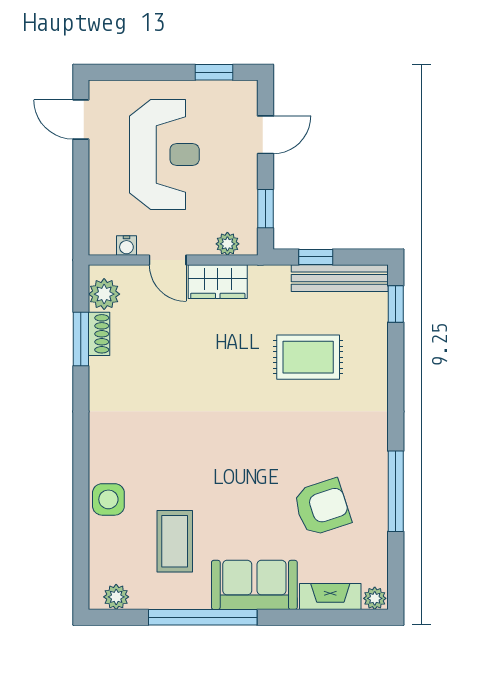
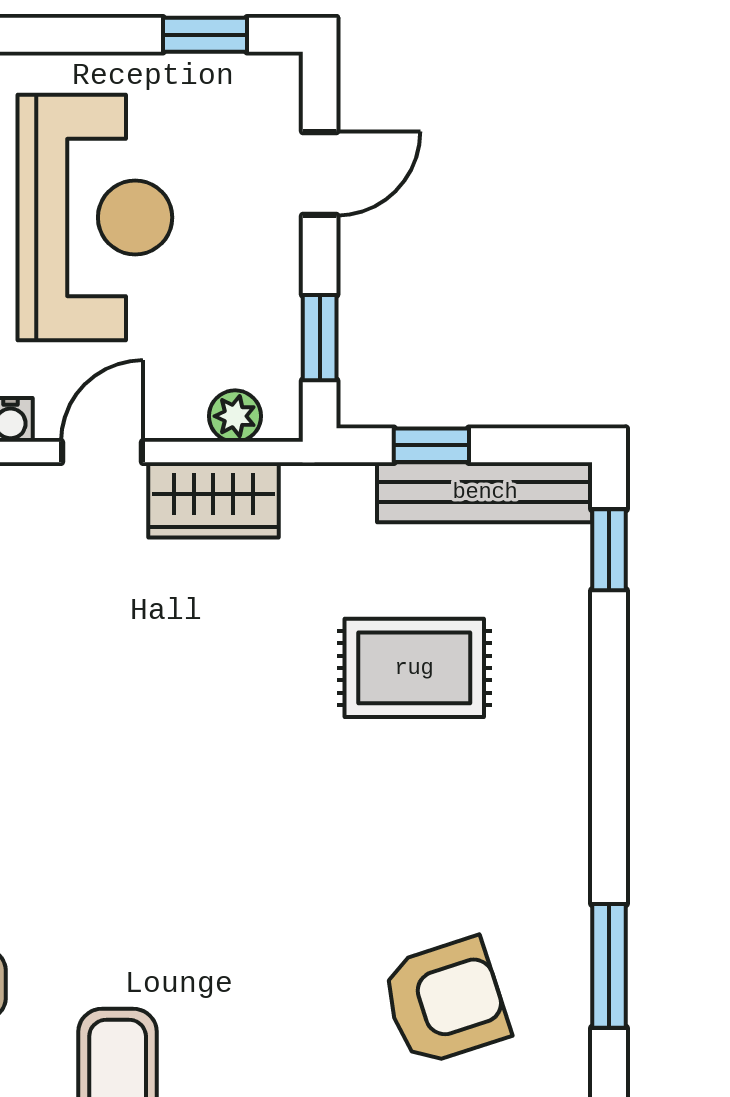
door: (168, 260) -> (102, 452), swing flipped
window: (396, 491) -> (609, 966), width x0.69

